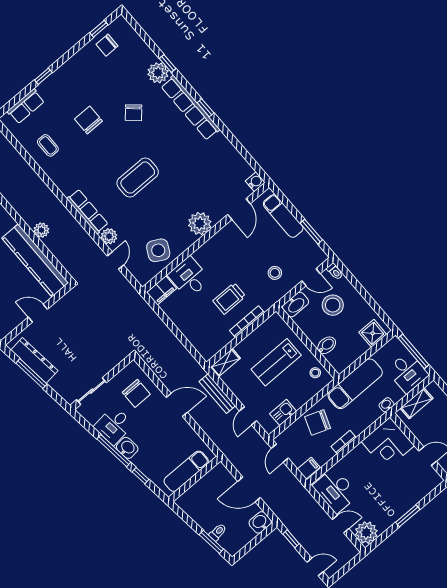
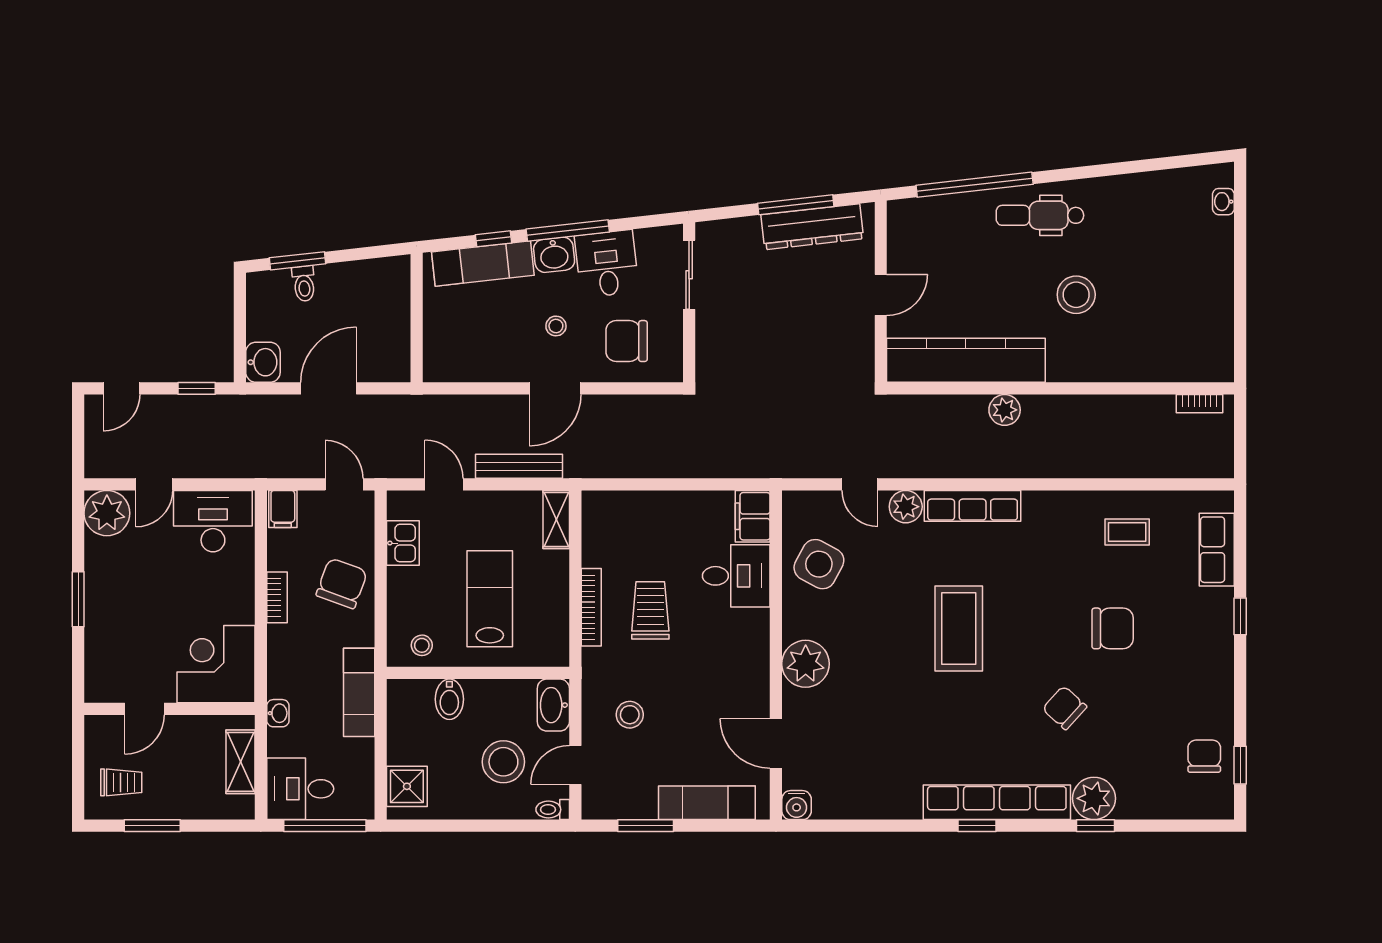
exam couch: (355, 384) -> (359, 692), width x0.73, depth x0.69
stool: (153, 424) -> (556, 326), added
exam couch: (186, 471) -> (483, 264), moved, turned 84

